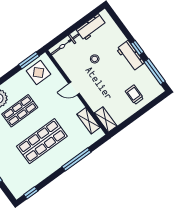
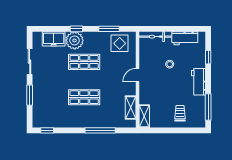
window: (137, 48) -> (208, 57), moved
window: (29, 60) -> (109, 29), moved
door: (74, 89) -> (138, 75), hinge flipped
shop shelf: (42, 141) -> (84, 97), width x0.70, depth x0.74

